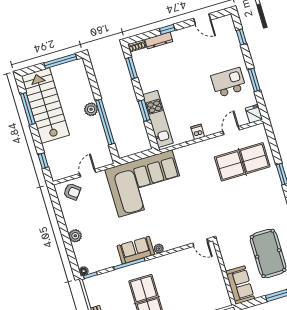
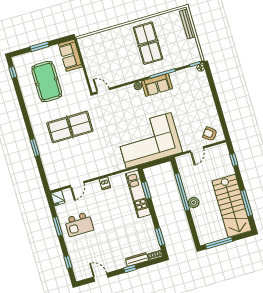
window: (144, 110) -> (146, 190), moved
table tennis table: (242, 162) -> (70, 127), moved
plant: (75, 236) -> (207, 97), removed

